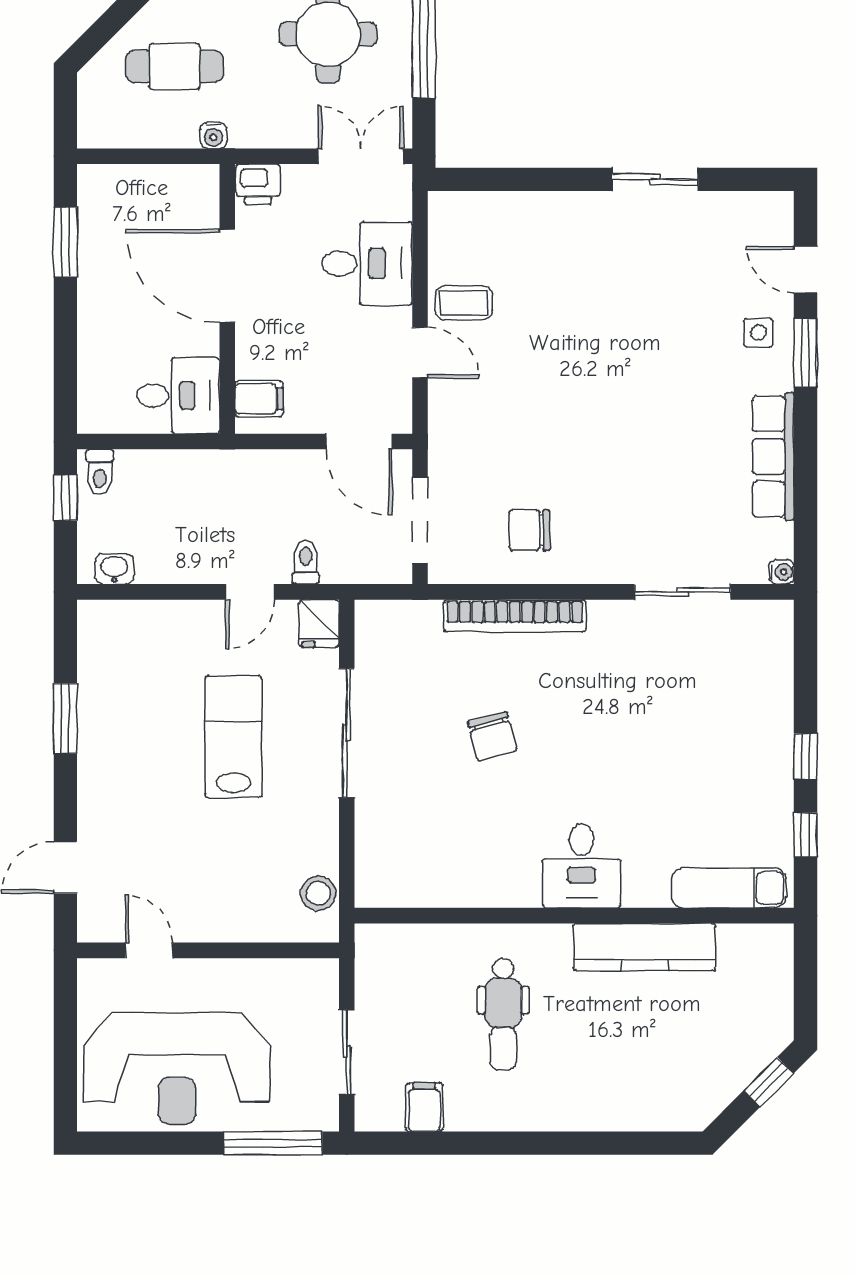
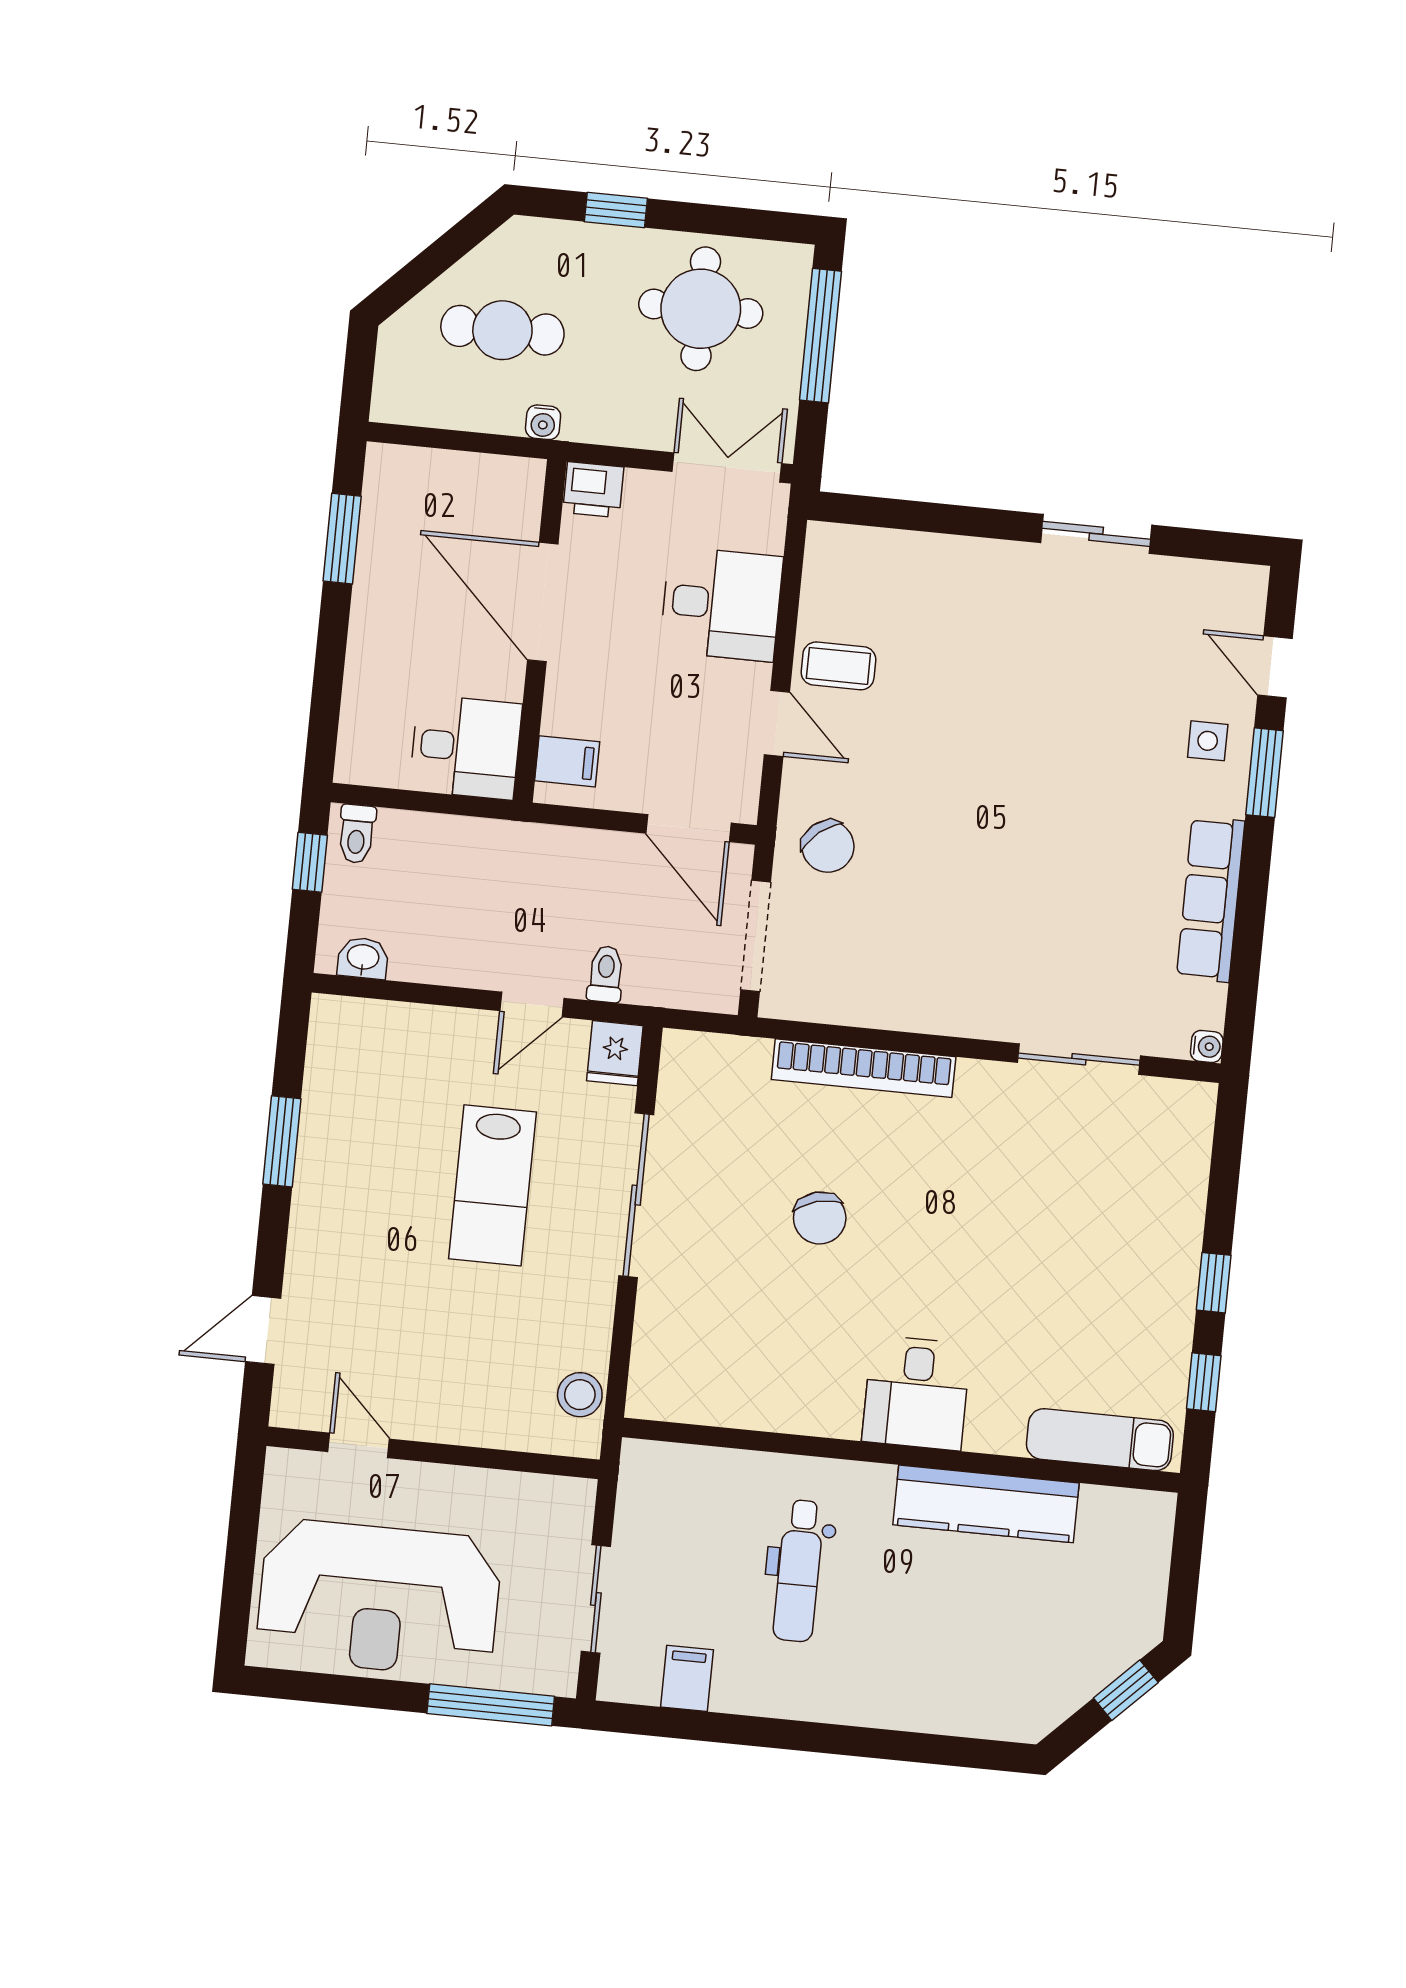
chair: (529, 530) -> (828, 846), moved, turned -130
lab bench: (234, 736) -> (492, 1185), turned 180

